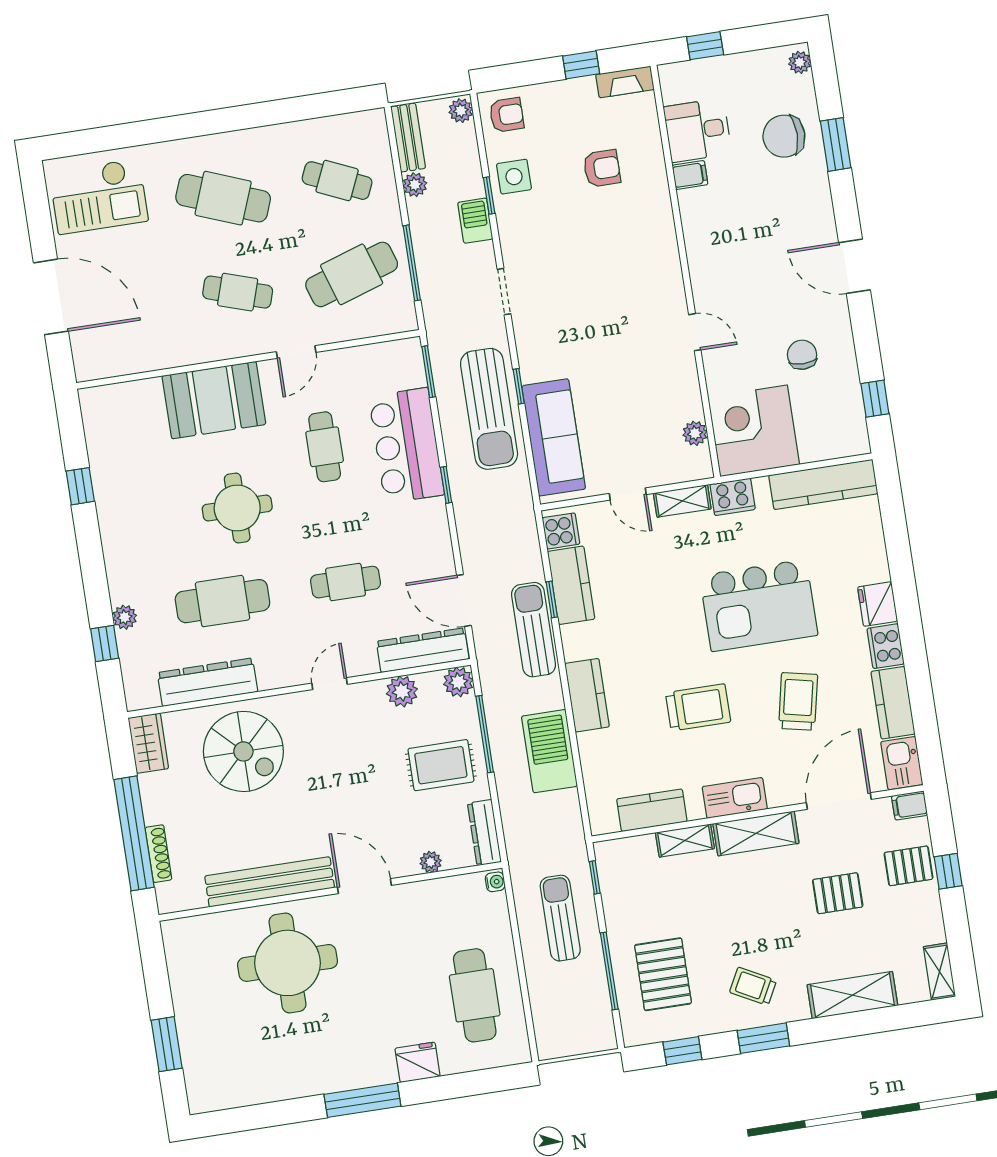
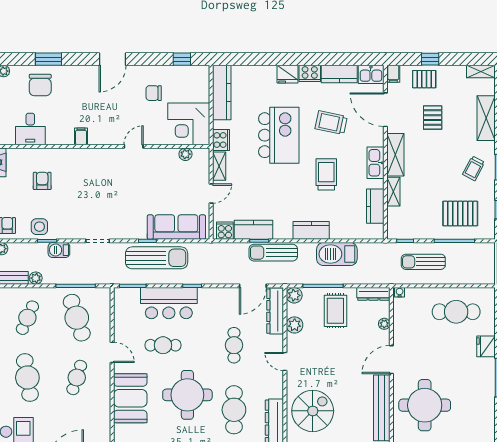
filing cabinet: (690, 175) -> (81, 136), moved
cafe table: (223, 198) -> (27, 378), turned -30
round table: (237, 508) -> (187, 395), width x1.36, depth x1.36
pallet: (908, 866) -> (424, 79), turned 90

